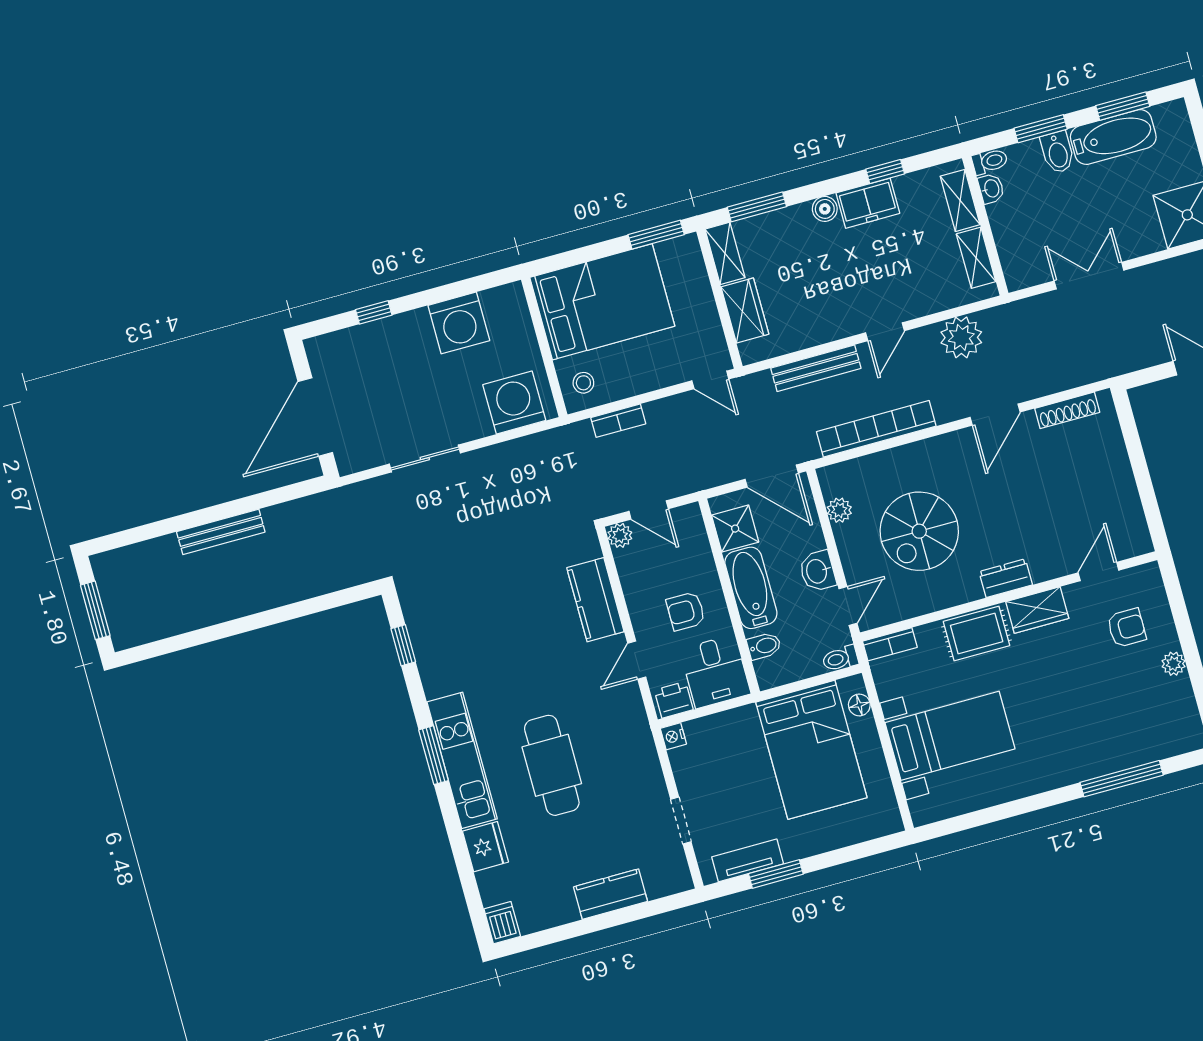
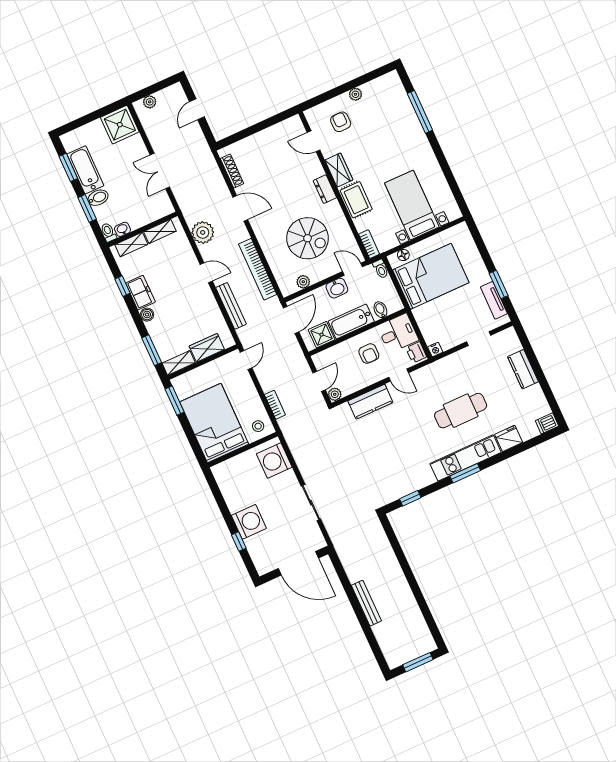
washing machine: (459, 323) -> (249, 522), moved

